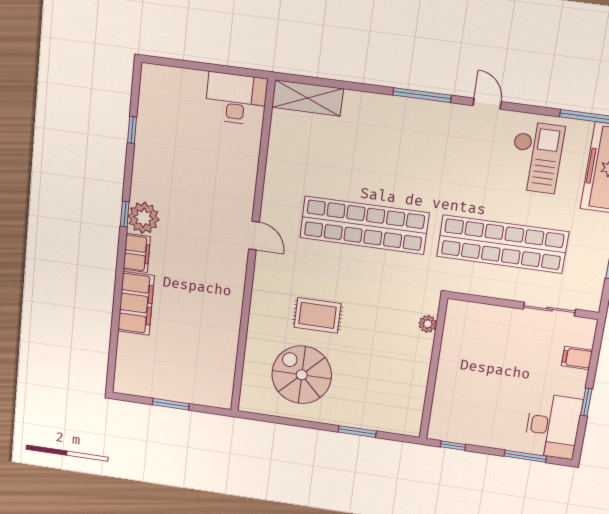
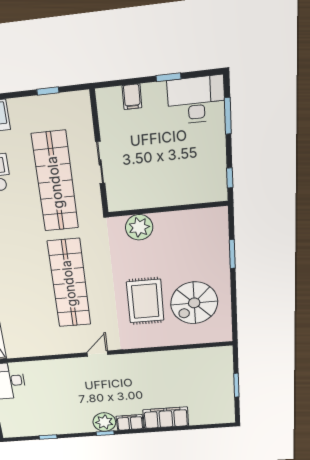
sliding door: (549, 309) -> (100, 162), moved
rug: (318, 315) -> (145, 301), width x1.36, depth x1.43
plant: (428, 324) -> (139, 227), width x1.88, depth x1.88

